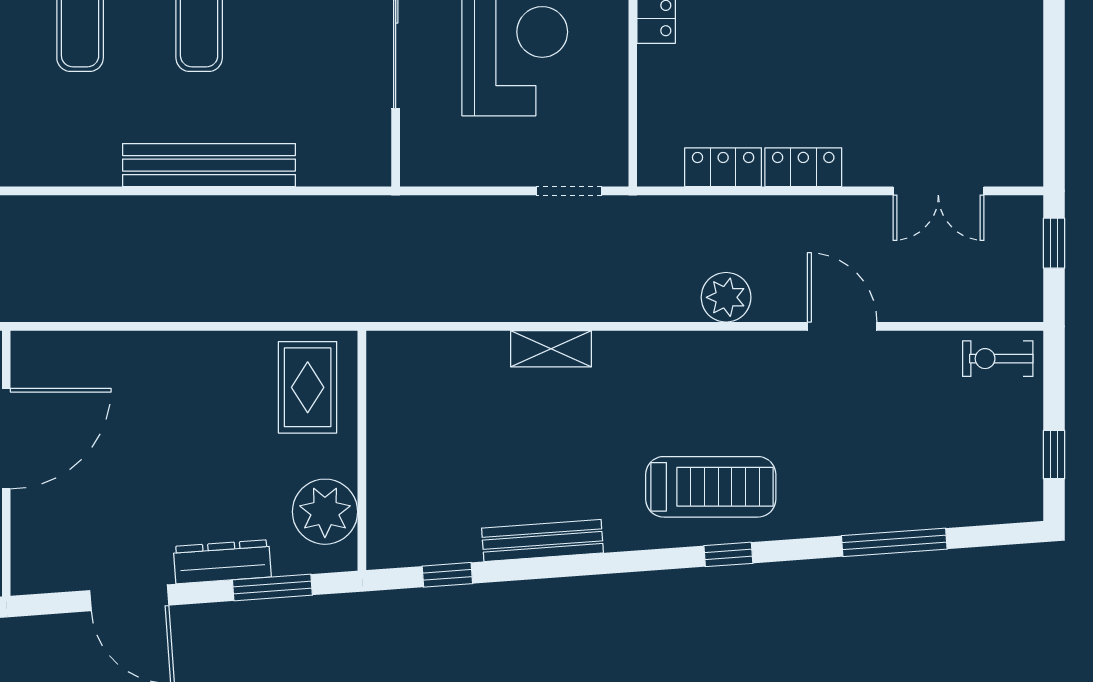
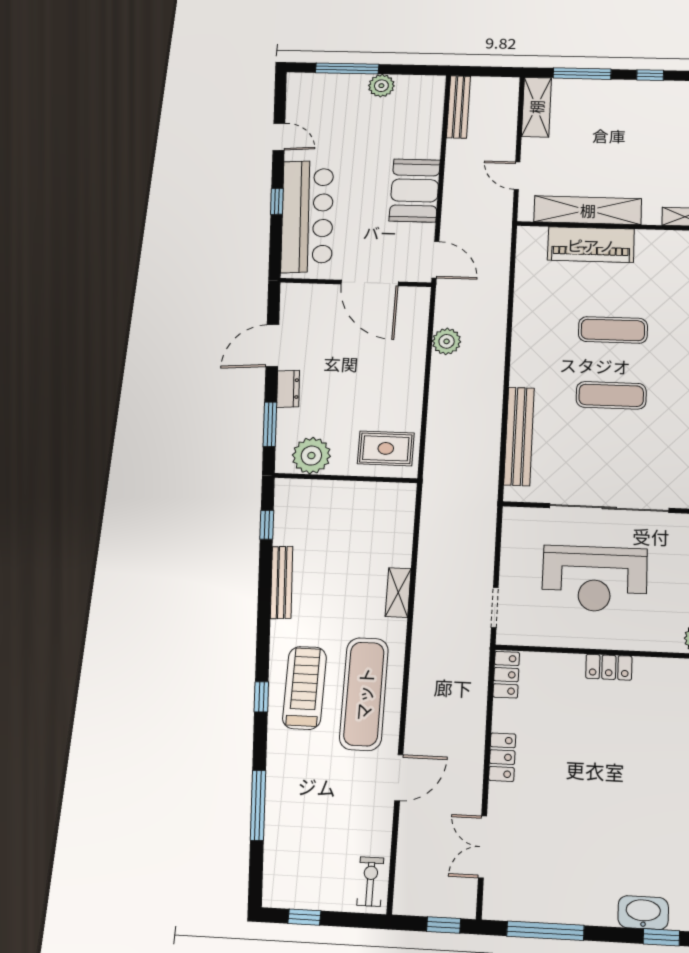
window: (1054, 90) -> (545, 931), added
bench: (209, 165) -> (519, 436), moved
locker: (723, 167) -> (506, 675), moved
plant: (726, 297) -> (447, 341), moved
exercise mat: (716, 391) -> (364, 694), added
treadmill: (711, 487) -> (305, 688), turned 180
dresser: (222, 562) -> (288, 389), width x0.70

